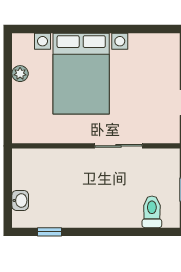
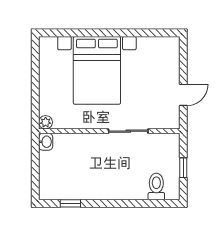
plant: (20, 74) -> (46, 122), moved
washbasin: (20, 200) -> (46, 142), moved

